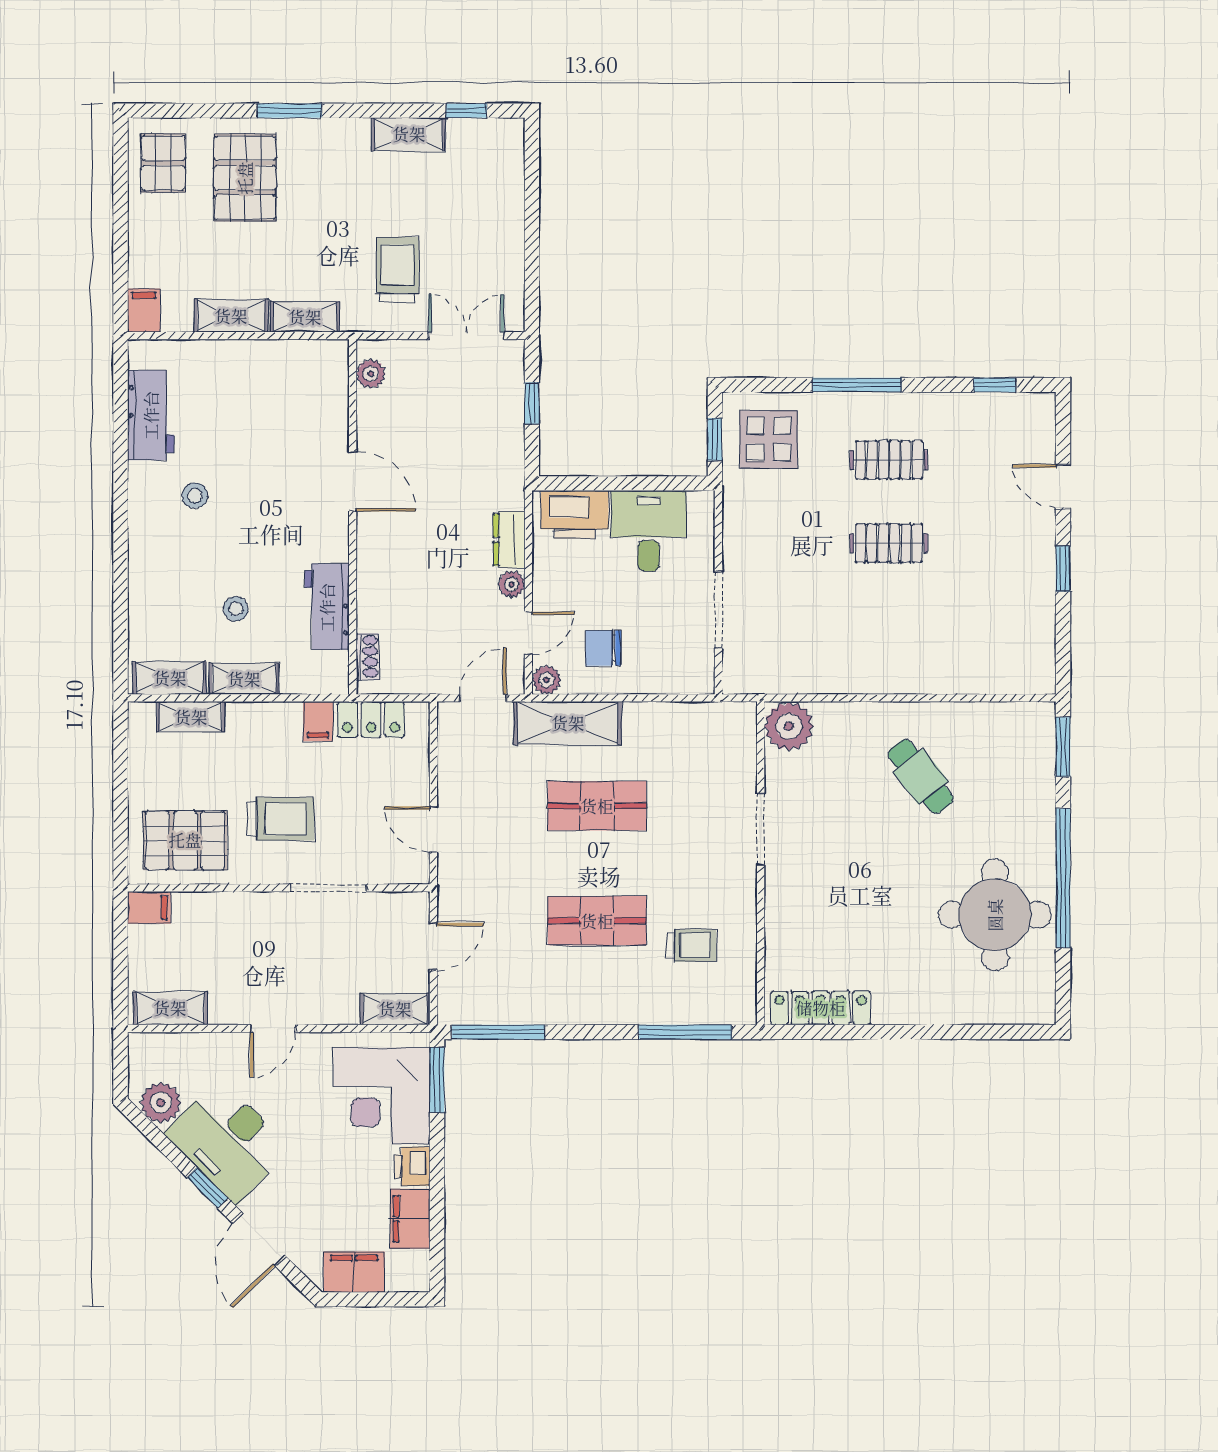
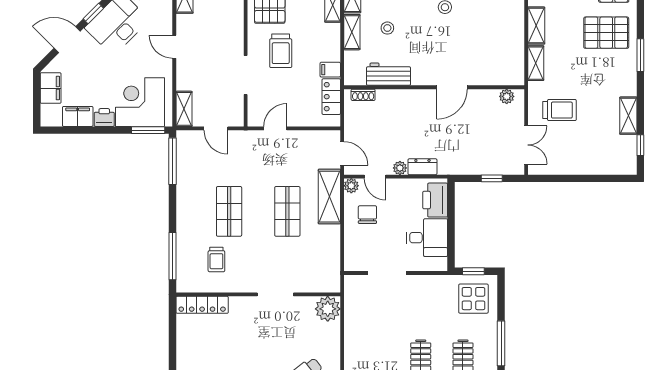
locker: (821, 1008) -> (202, 305), moved, turned 90

